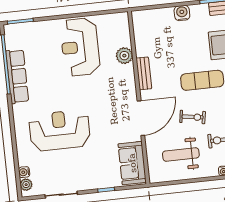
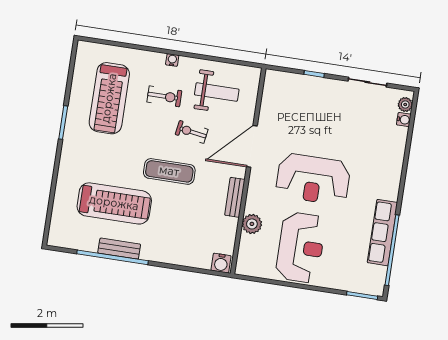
water cooler: (182, 13) -> (221, 263), moved
reception desk: (60, 130) -> (313, 179), moved
sofa: (132, 163) -> (276, 97), removed

